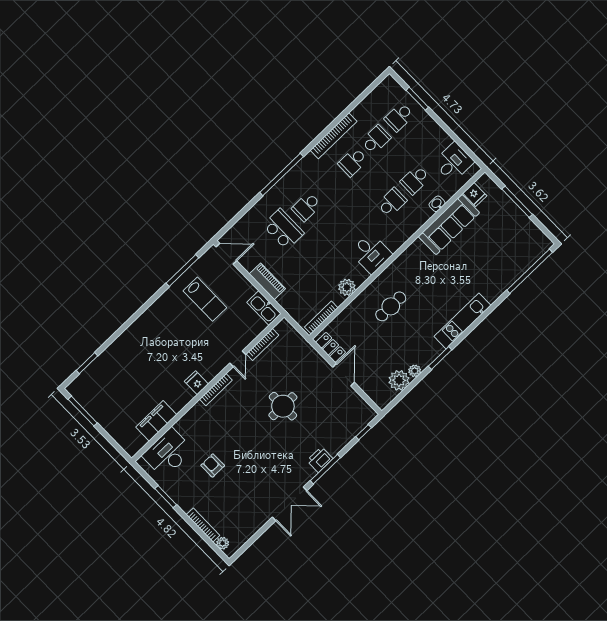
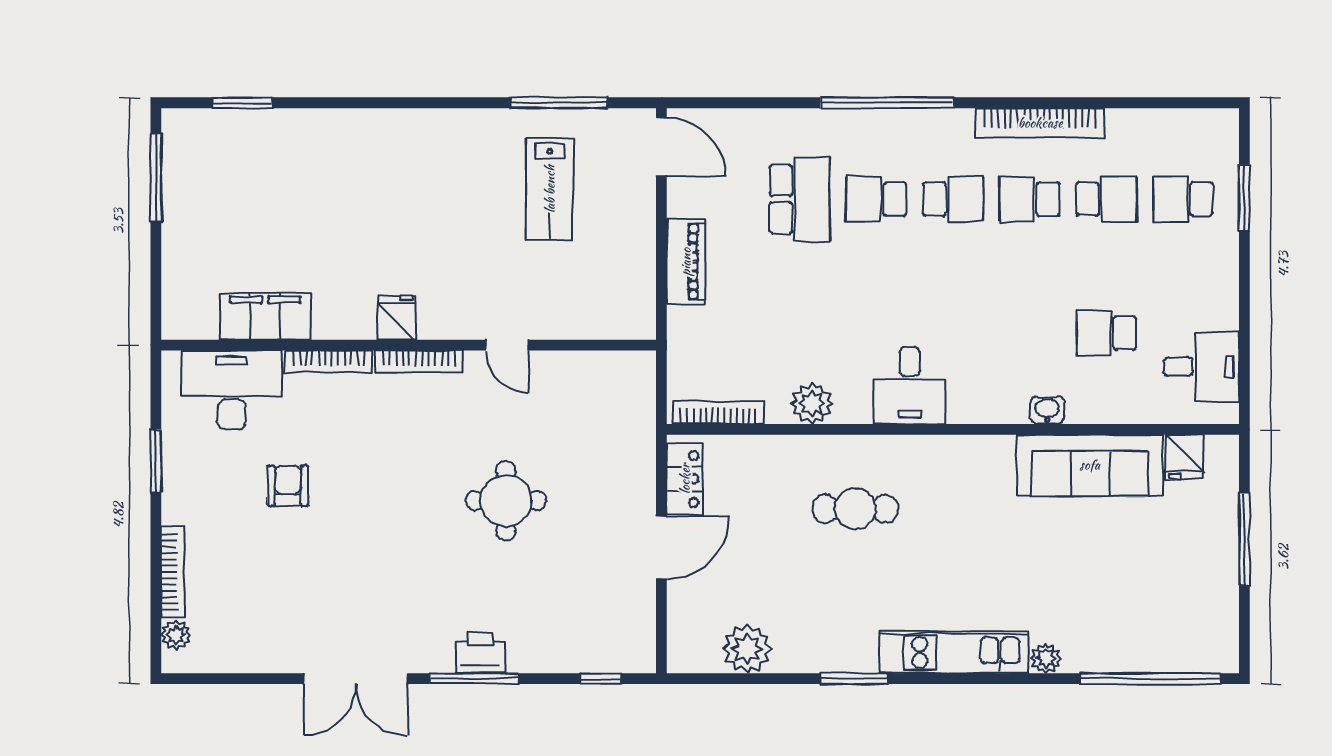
school desk: (392, 202) -> (953, 199), moved
washbasin: (437, 204) -> (1047, 410), moved
kitchen sink: (264, 308) -> (636, 301), removed
bookcase: (262, 344) -> (328, 361), moved
door: (238, 359) -> (507, 345), hinge flipped
plant: (415, 371) -> (1046, 658), moved

